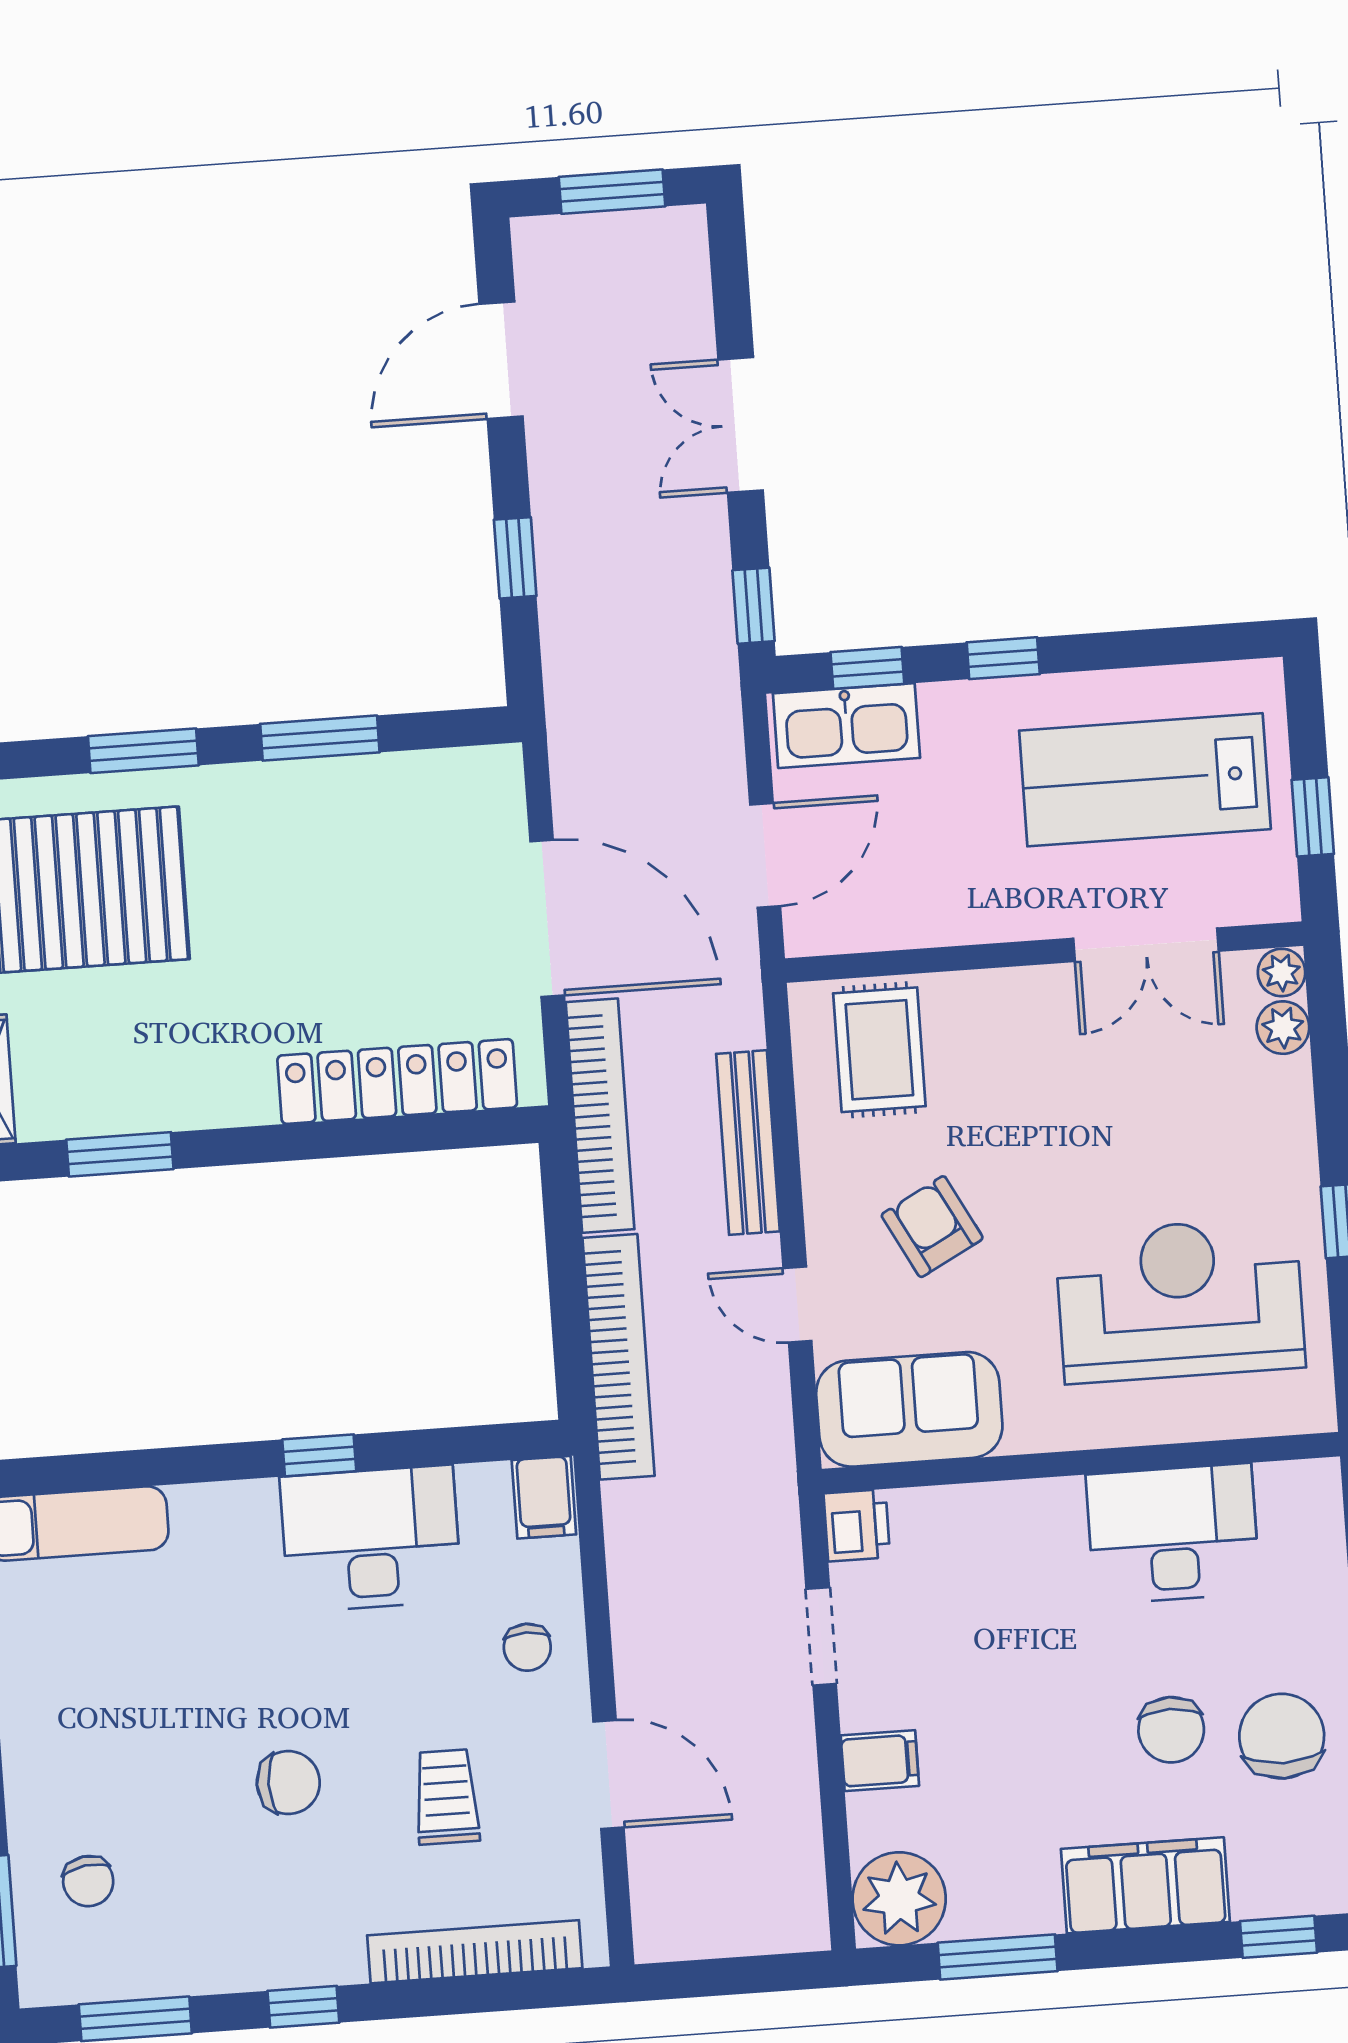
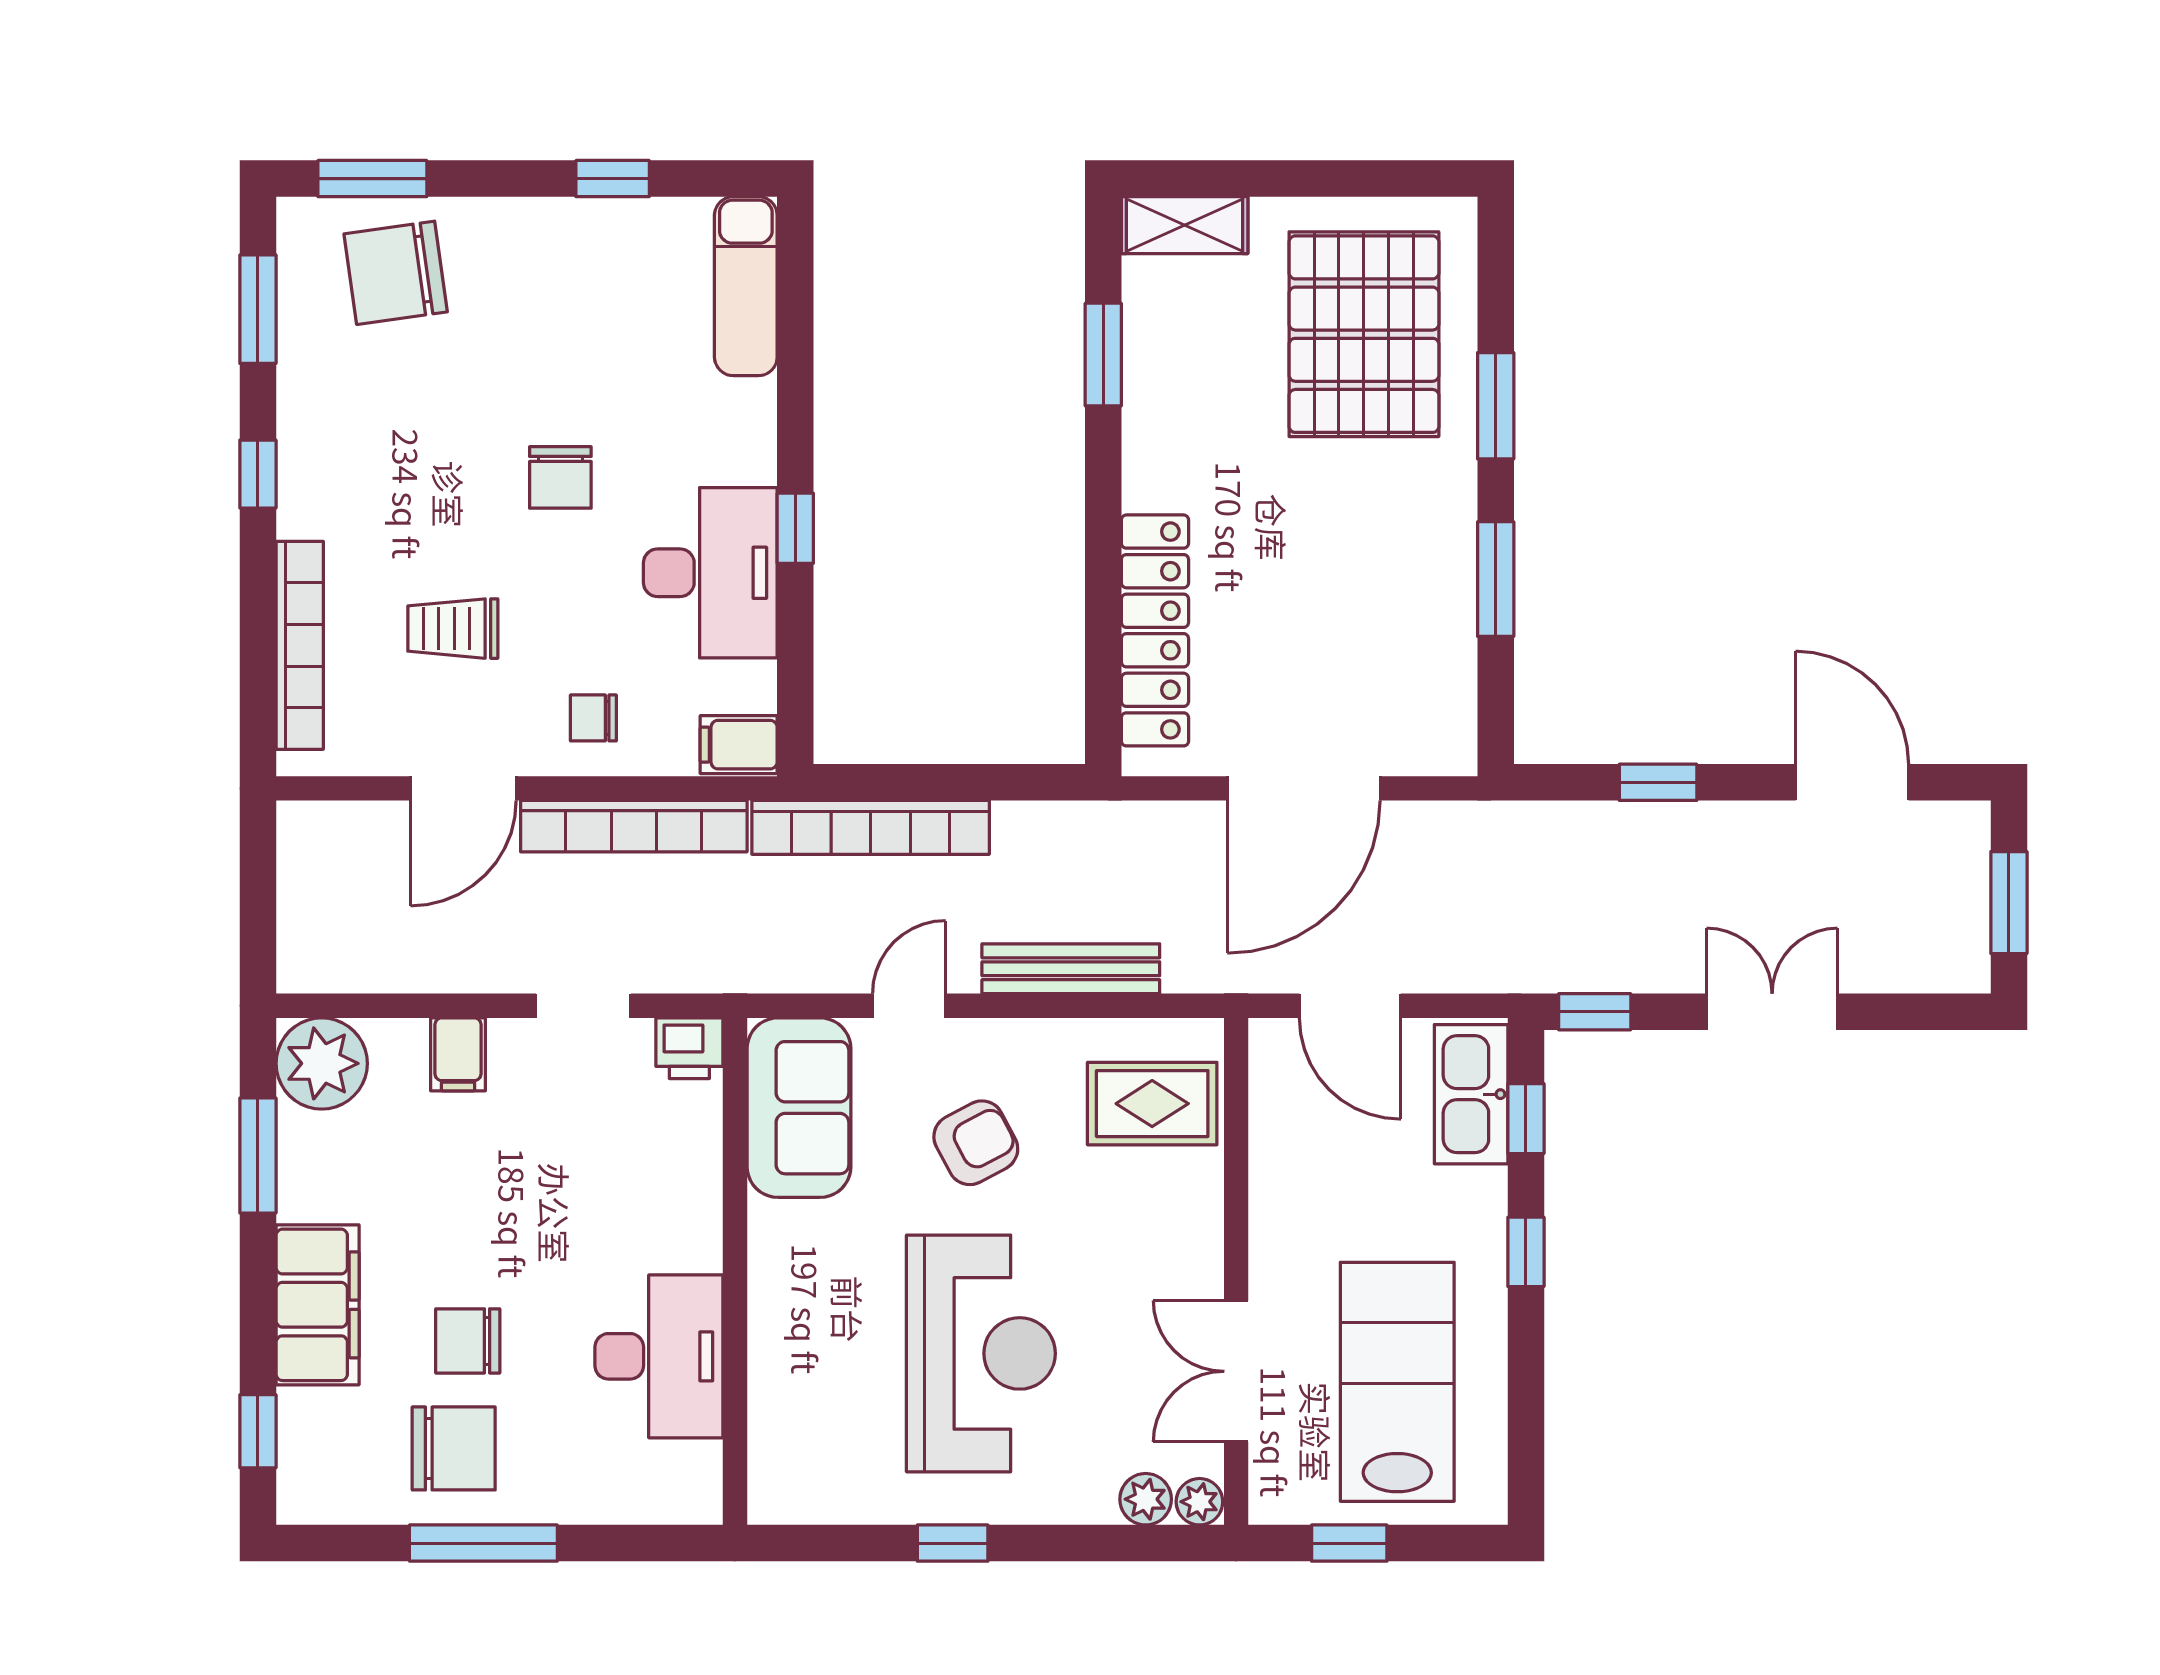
bookcase: (600, 1116) -> (634, 826), moved
reception desk: (1180, 1300) -> (981, 1353), moved
chair: (288, 1783) -> (560, 477), moved
trolley: (446, 1797) -> (453, 629), turned 180
chair: (88, 1881) -> (396, 273), width x1.87, depth x1.87

